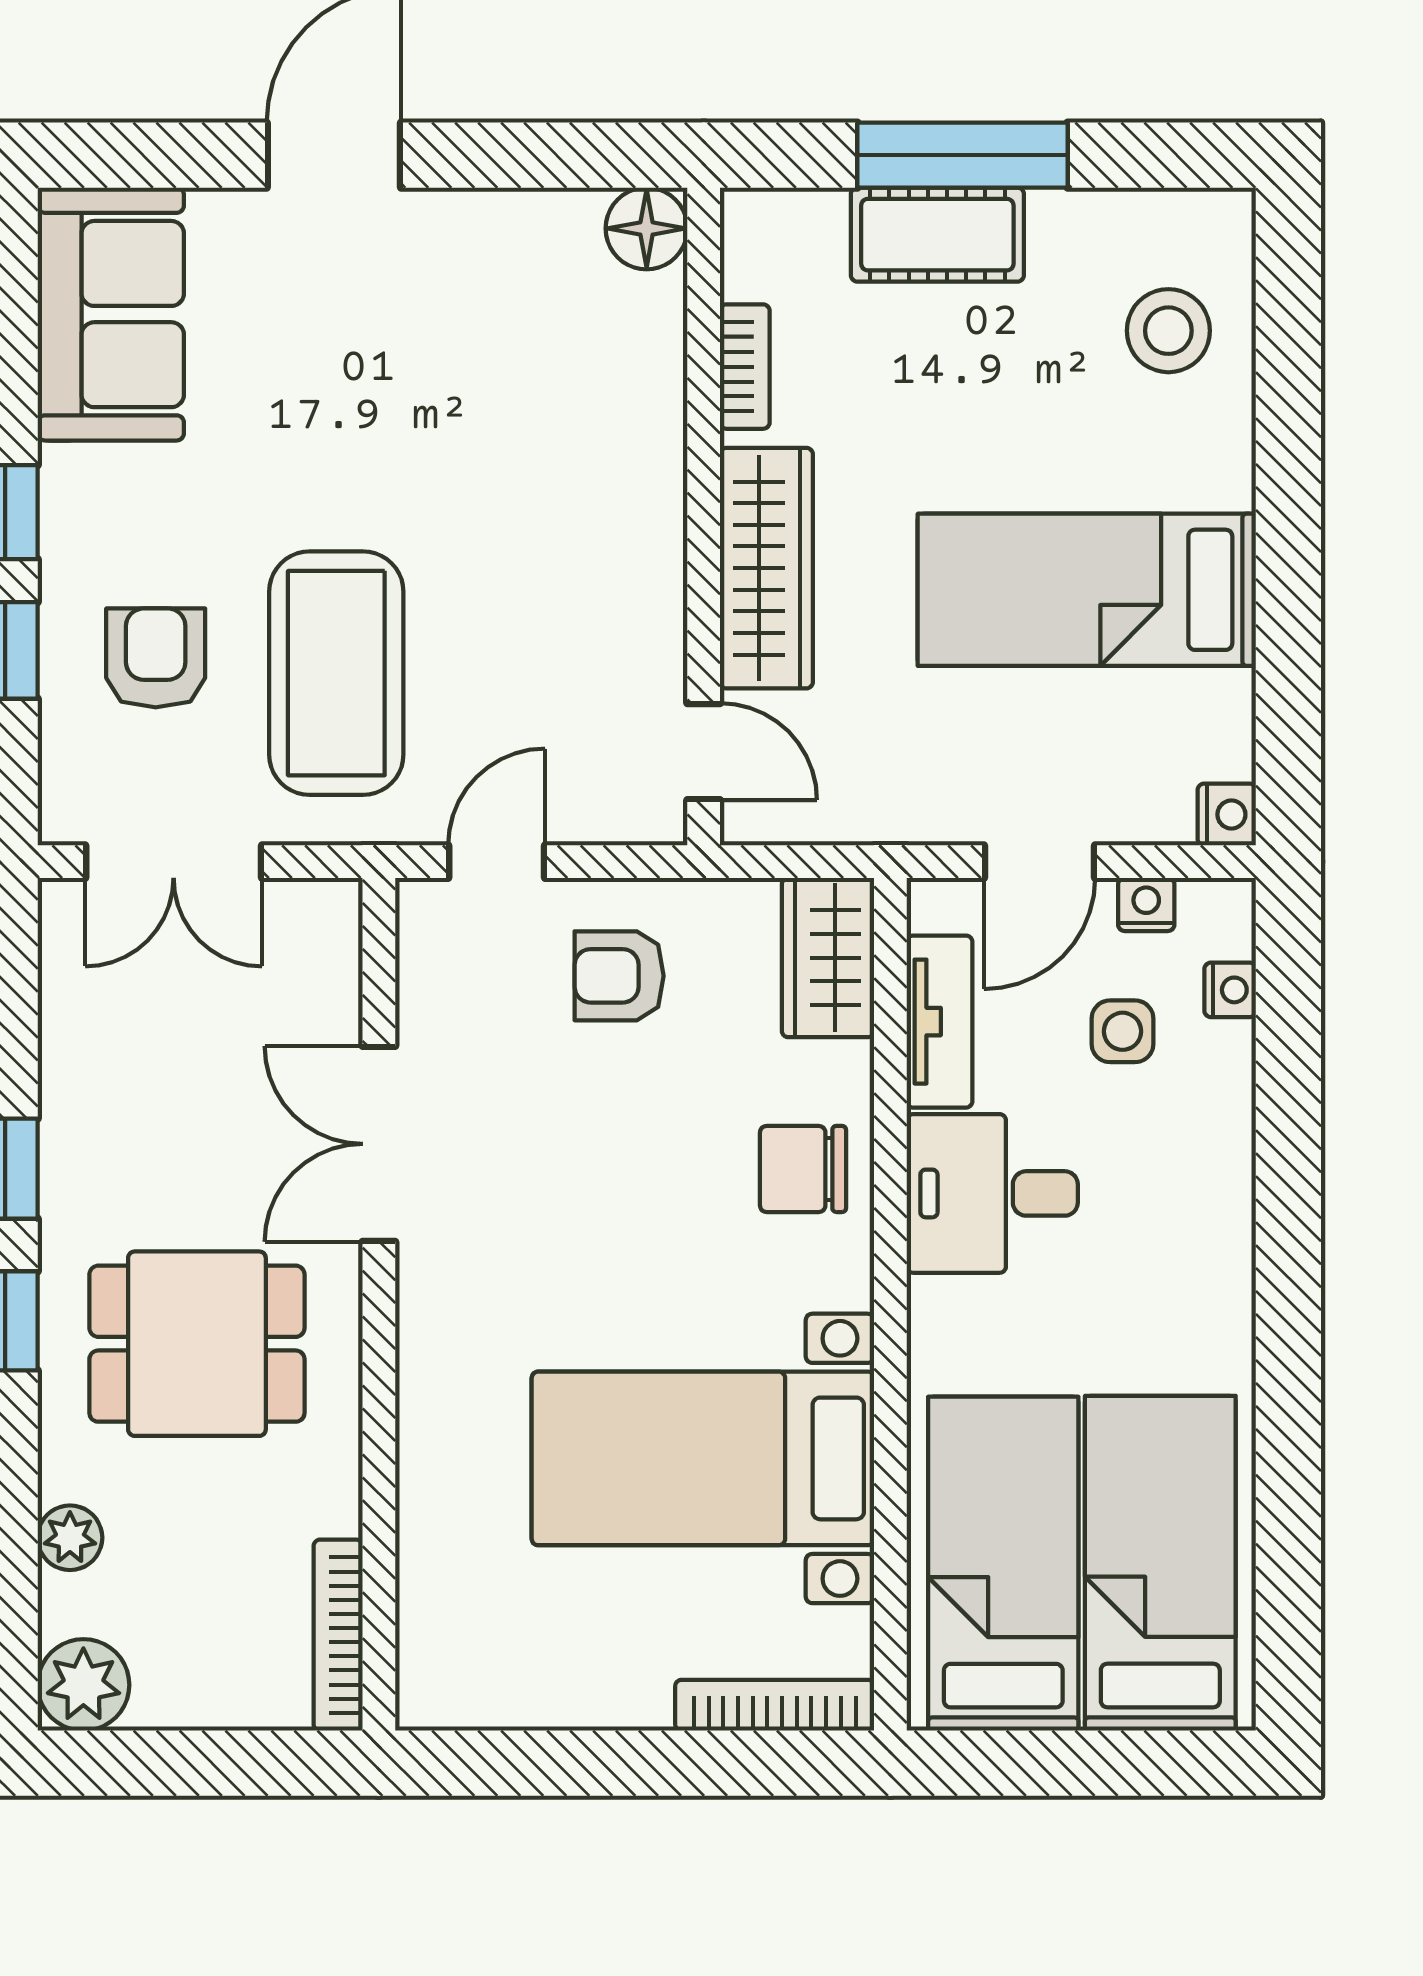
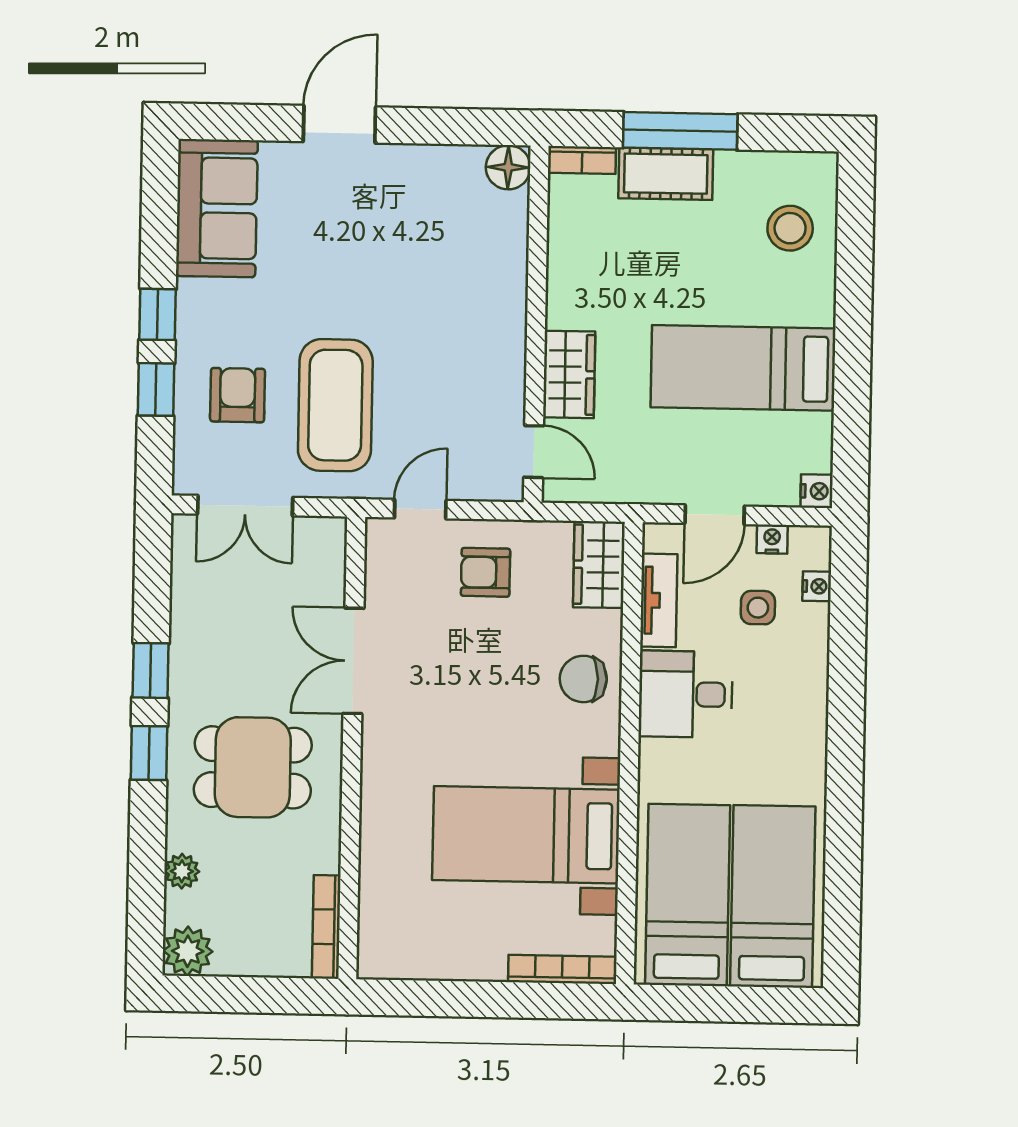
bookcase: (745, 367) -> (582, 160), moved, turned 90
wardrobe: (766, 568) -> (569, 374), width x0.67

